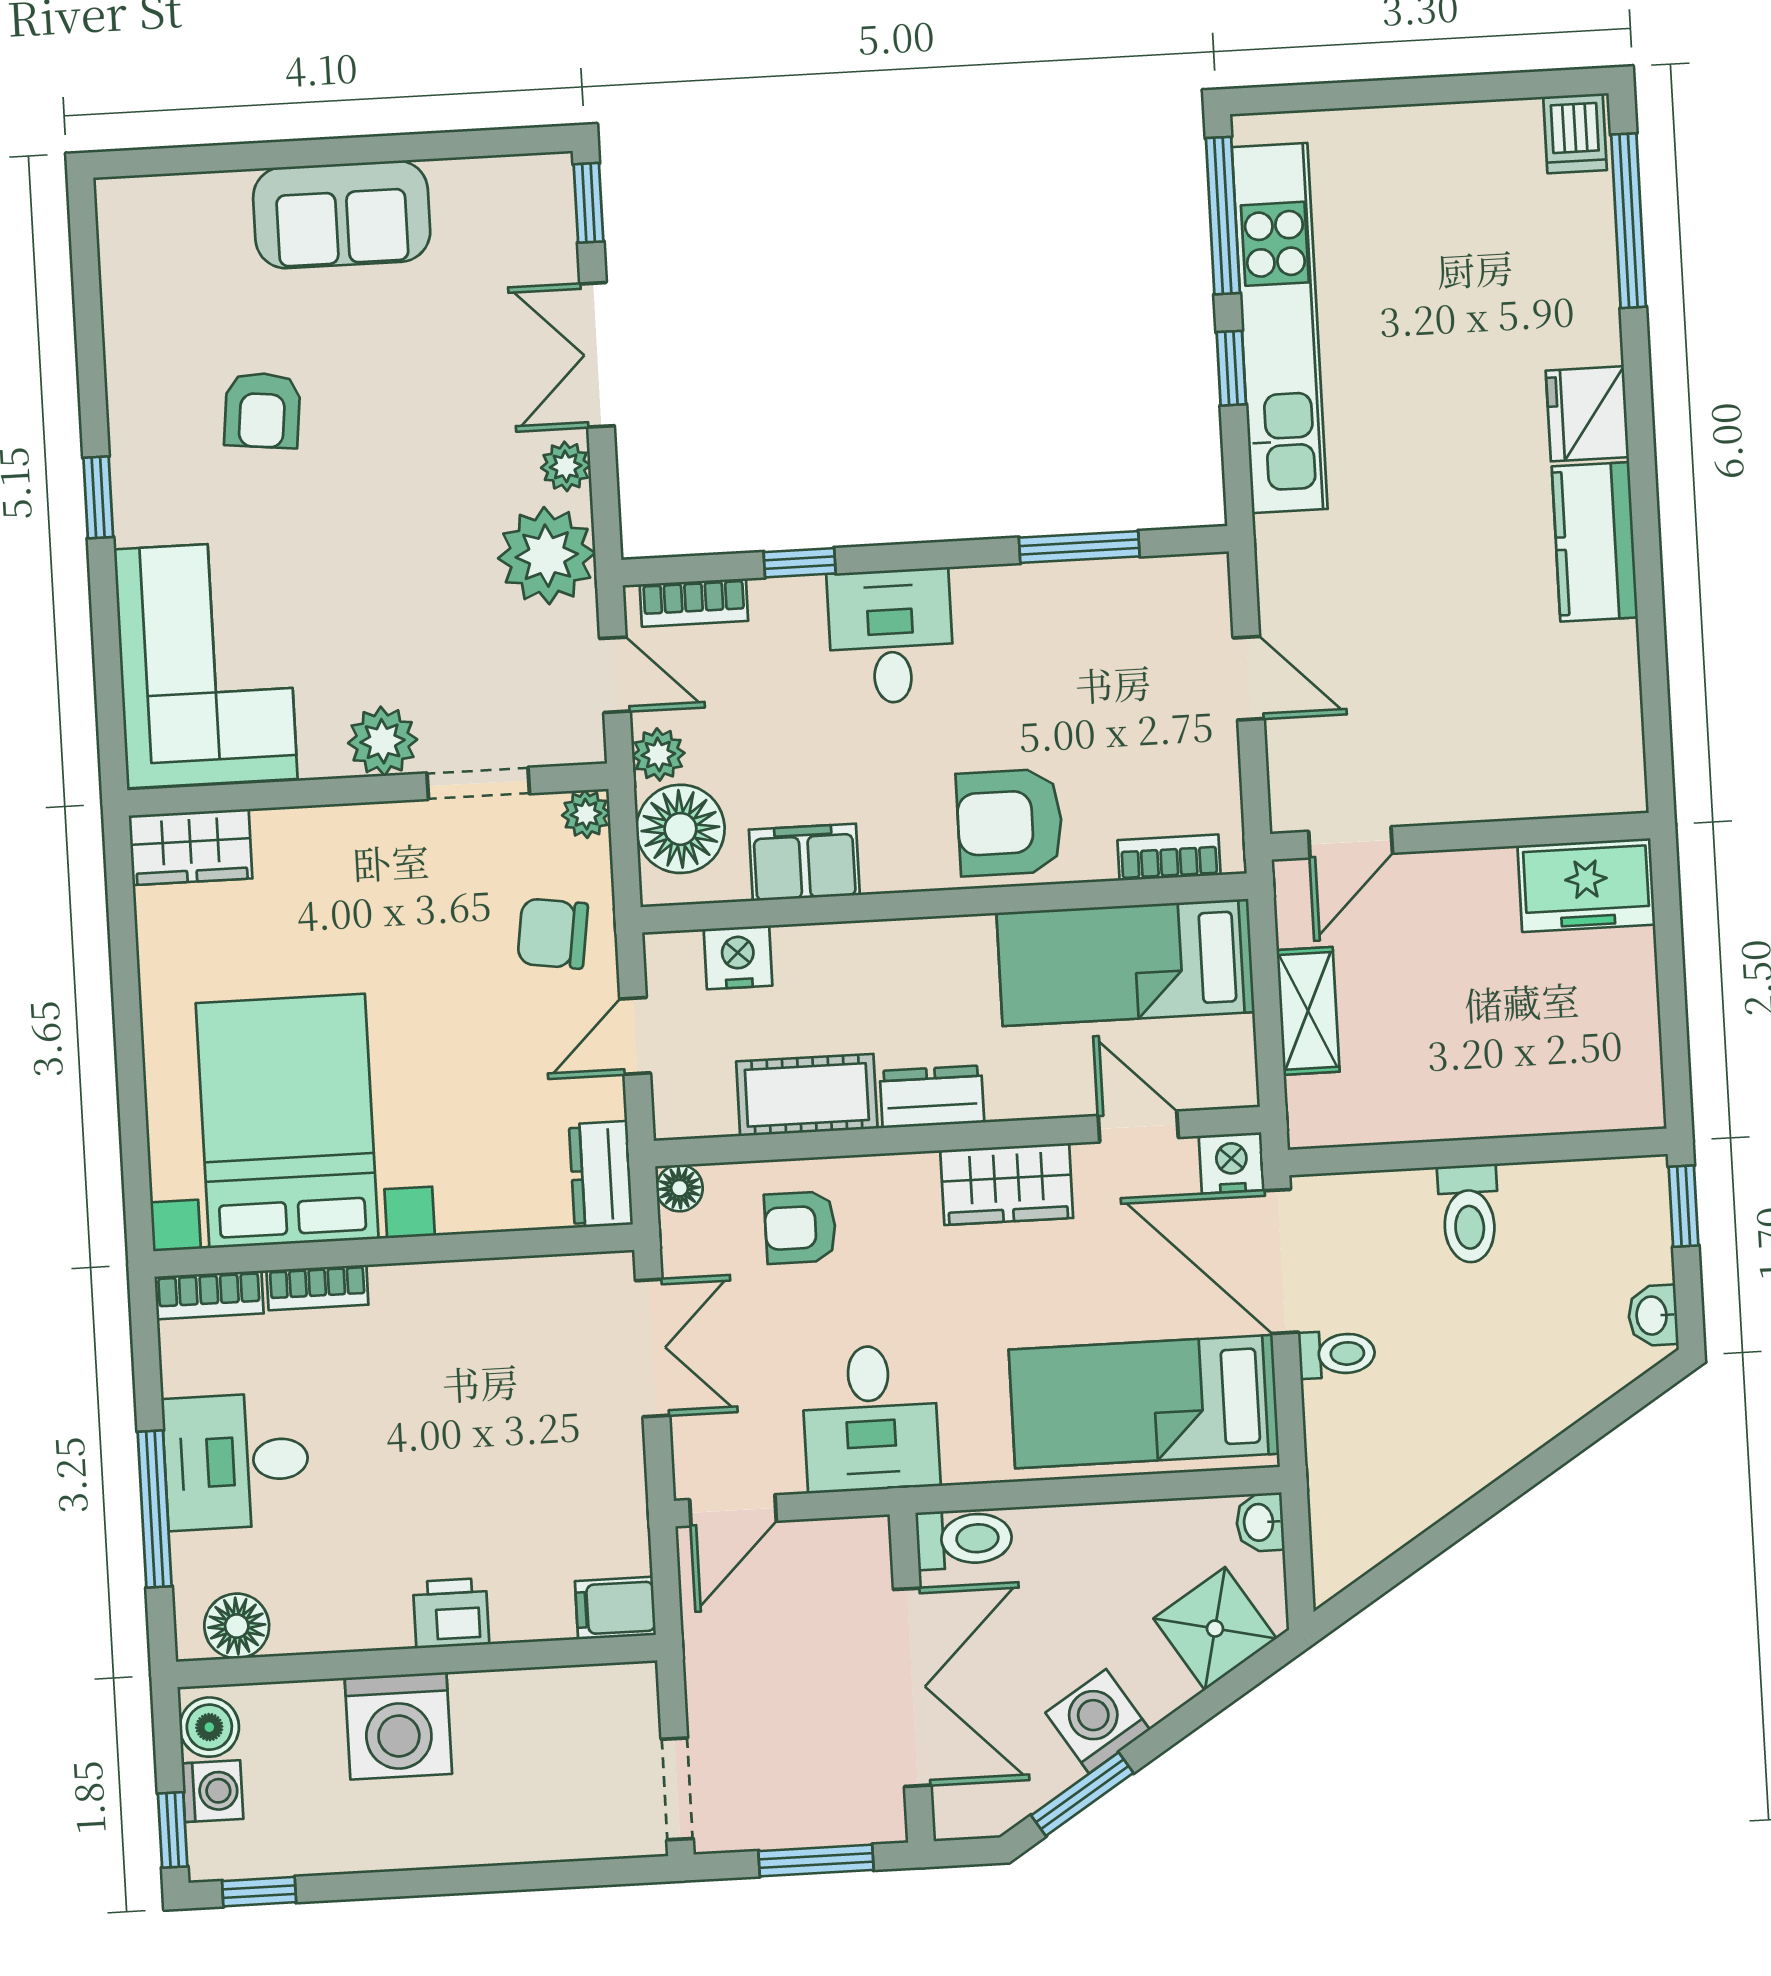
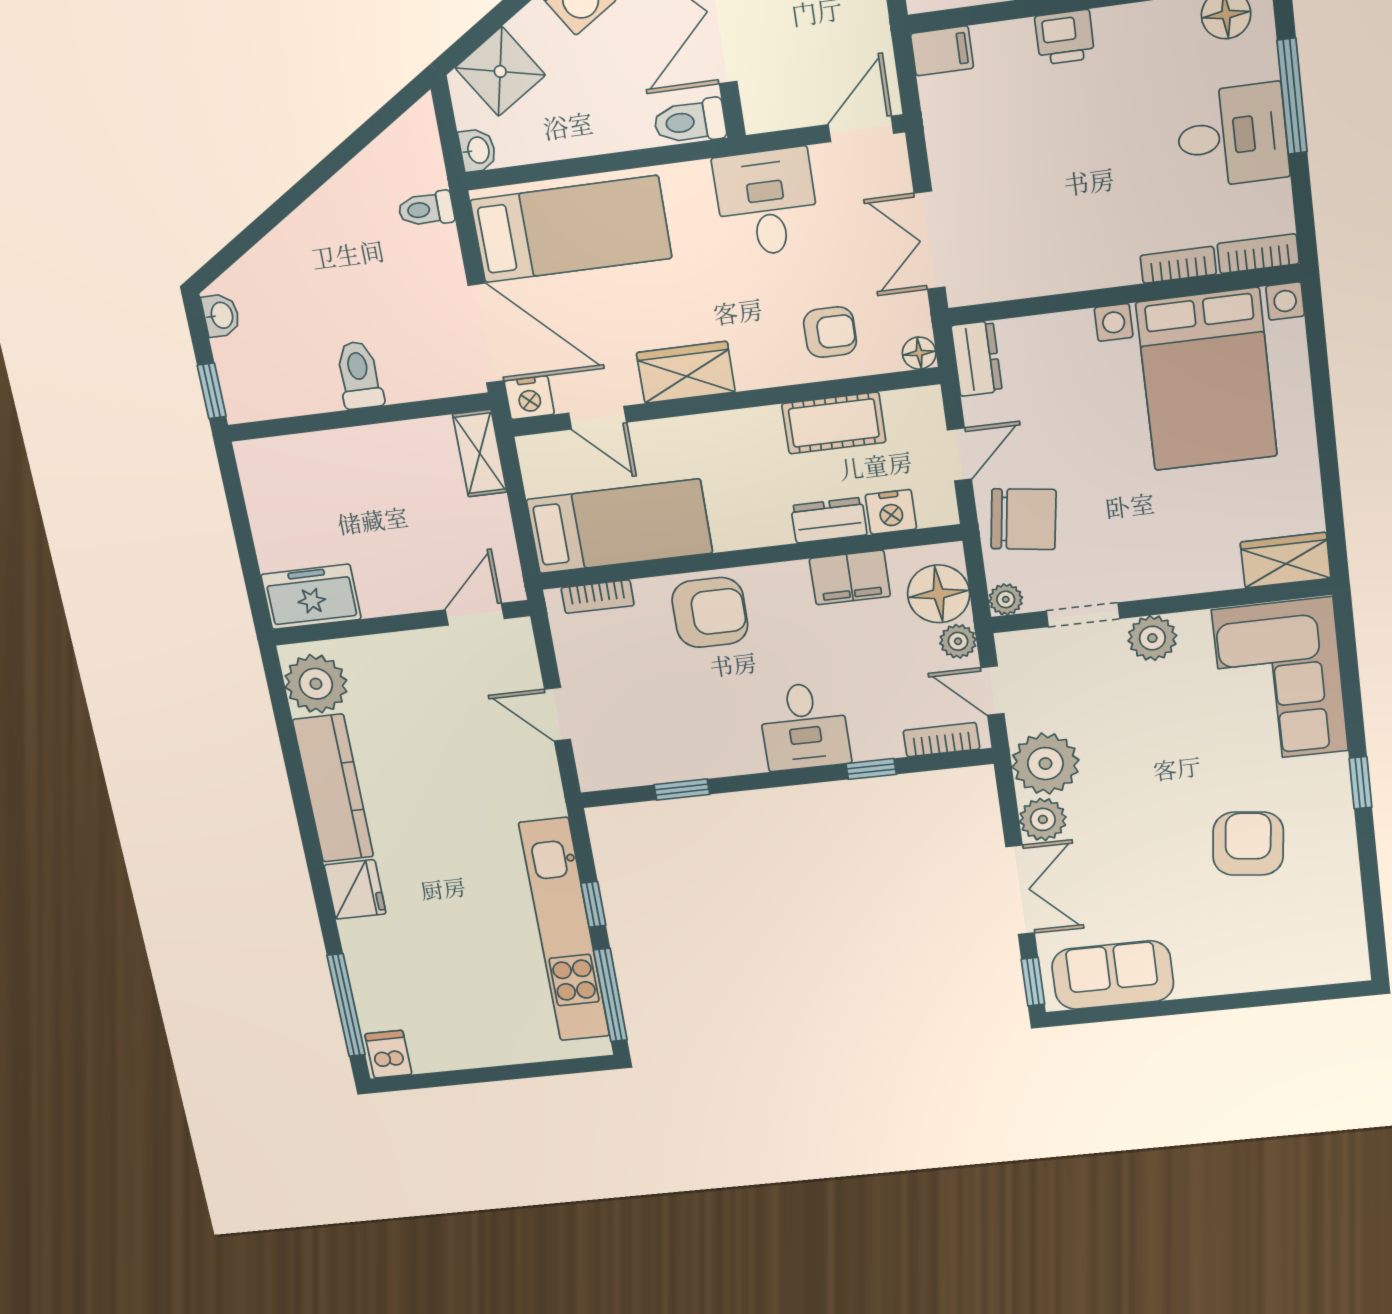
sofa: (342, 214) -> (1113, 975), moved
armchair: (262, 410) -> (1248, 844), width x1.38, depth x1.38
plant: (566, 466) -> (1043, 819), width x1.38, depth x1.38
kitchen counter: (1595, 542) -> (333, 788), width x1.50
window: (1079, 547) -> (682, 790), width x0.67
plant: (1599, 749) -> (316, 684), added
chair: (553, 934) -> (1023, 519), width x1.37, depth x1.37
shelving: (1308, 1011) -> (480, 453), moved
dresser: (932, 1097) -> (829, 520), moved, turned 180
toilet: (1337, 1354) -> (426, 209), moved

